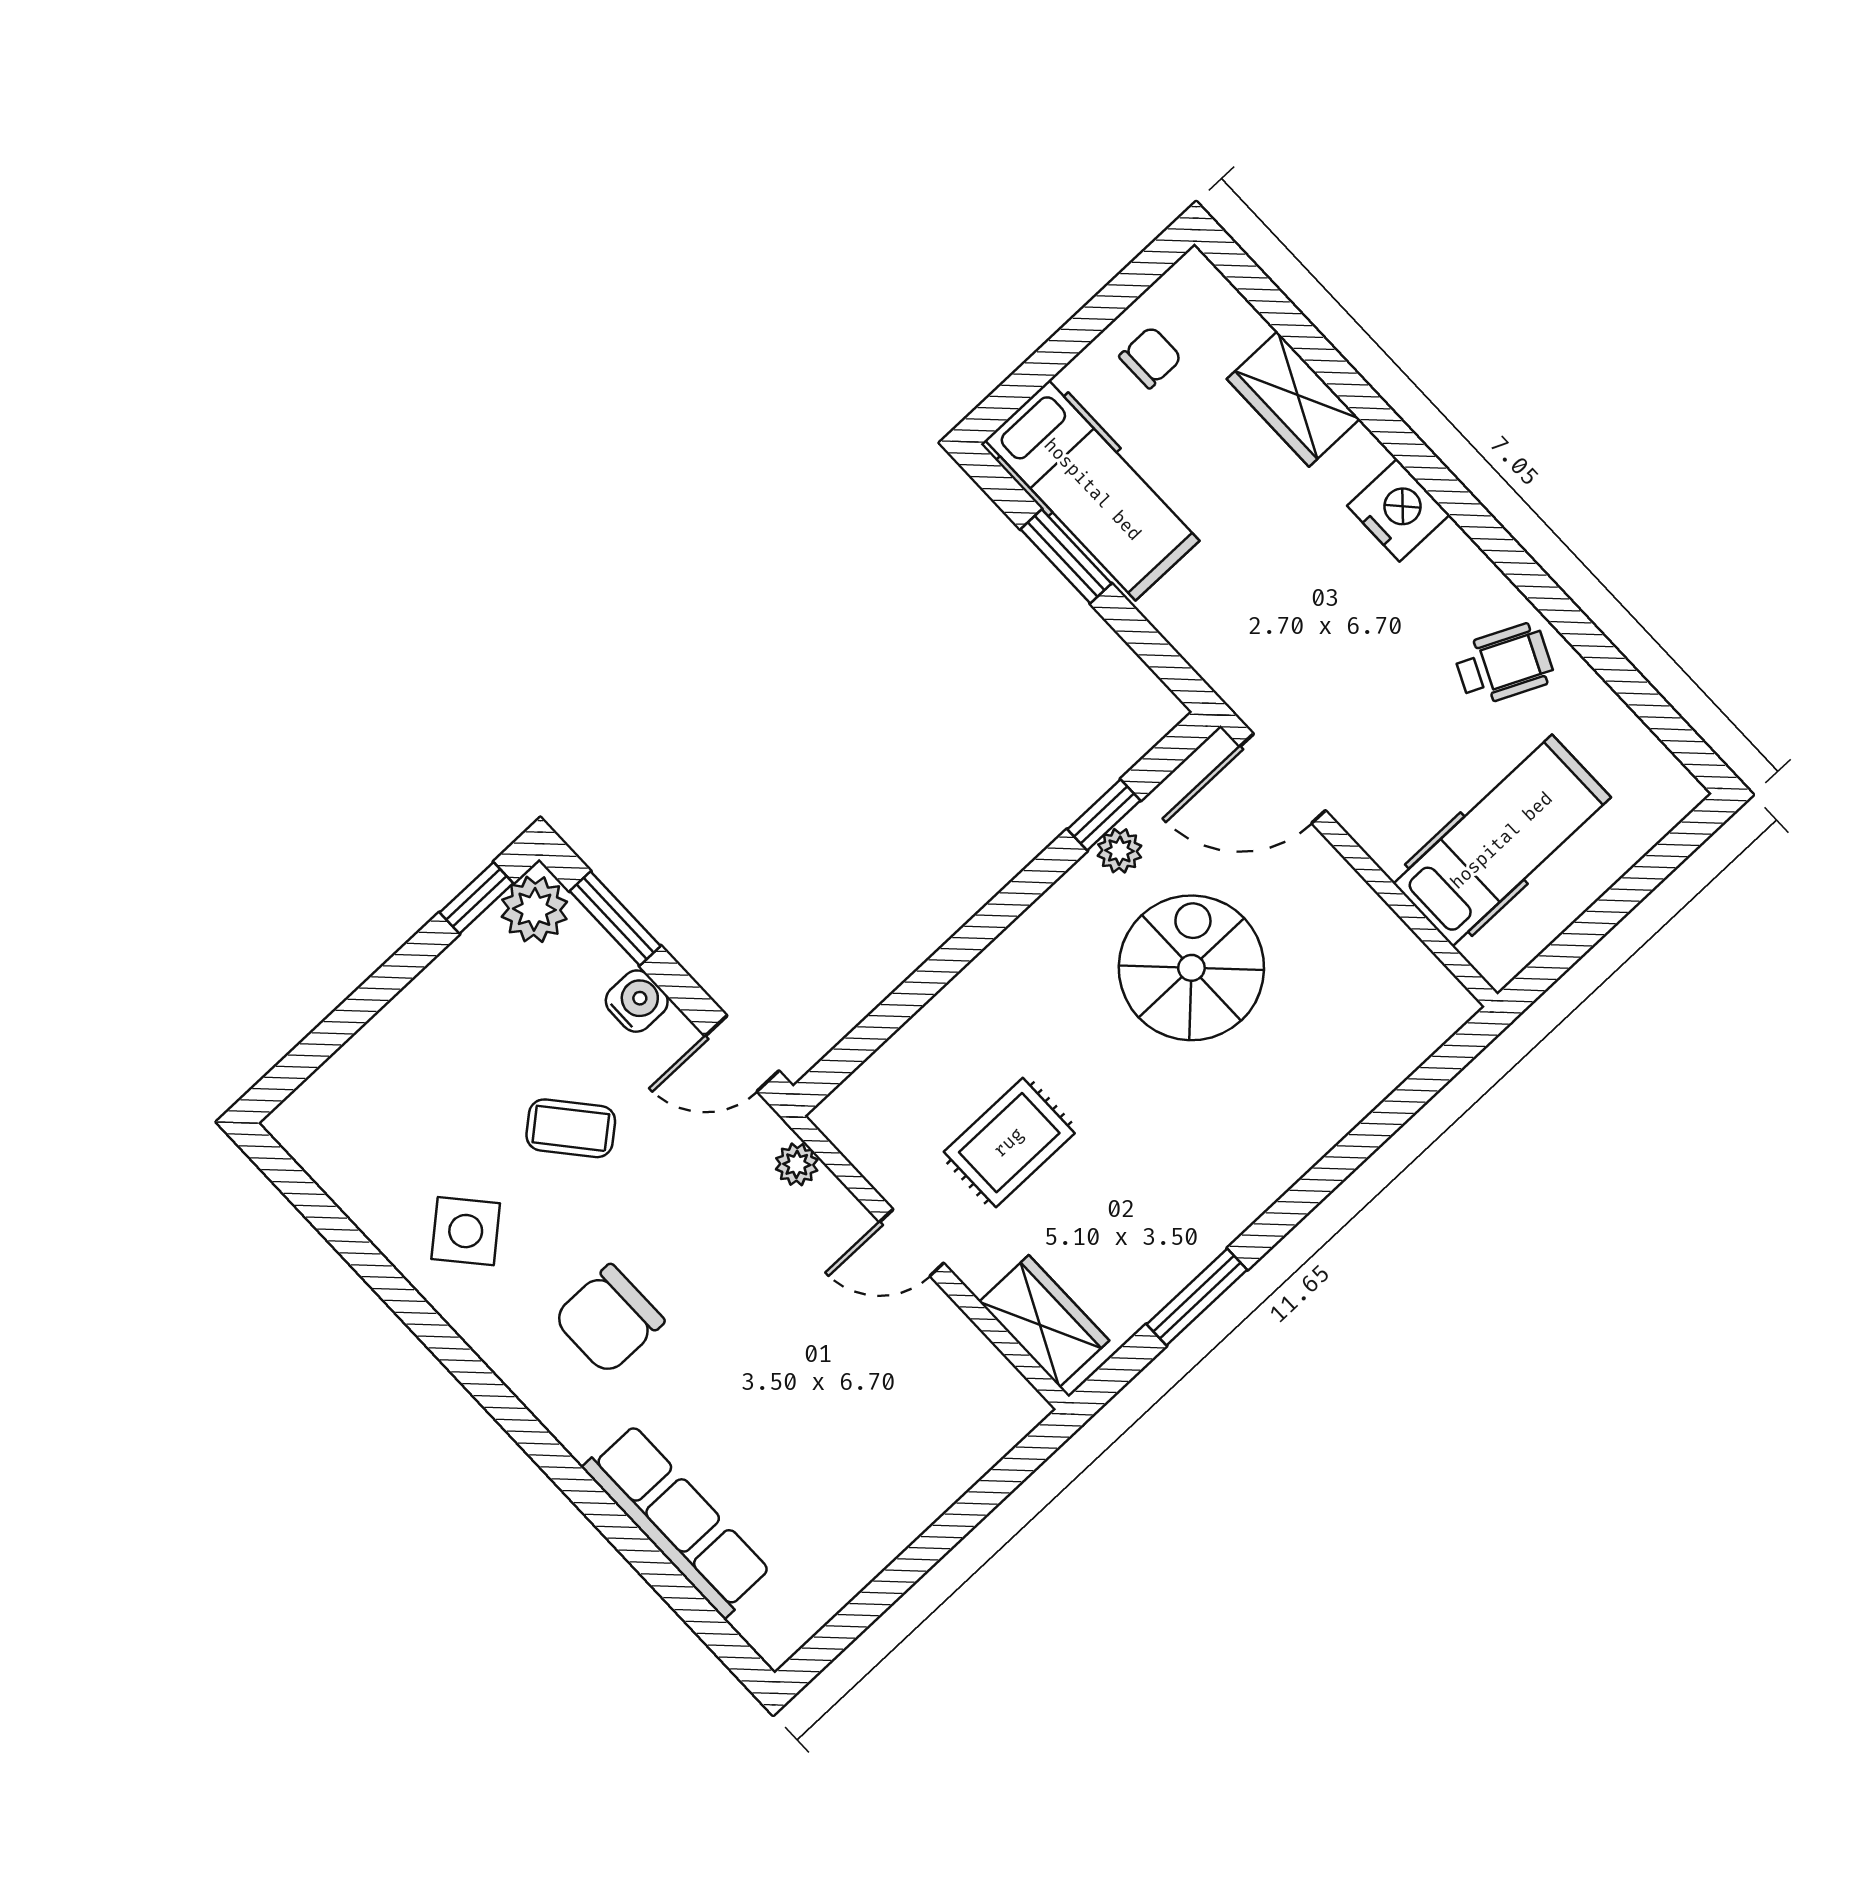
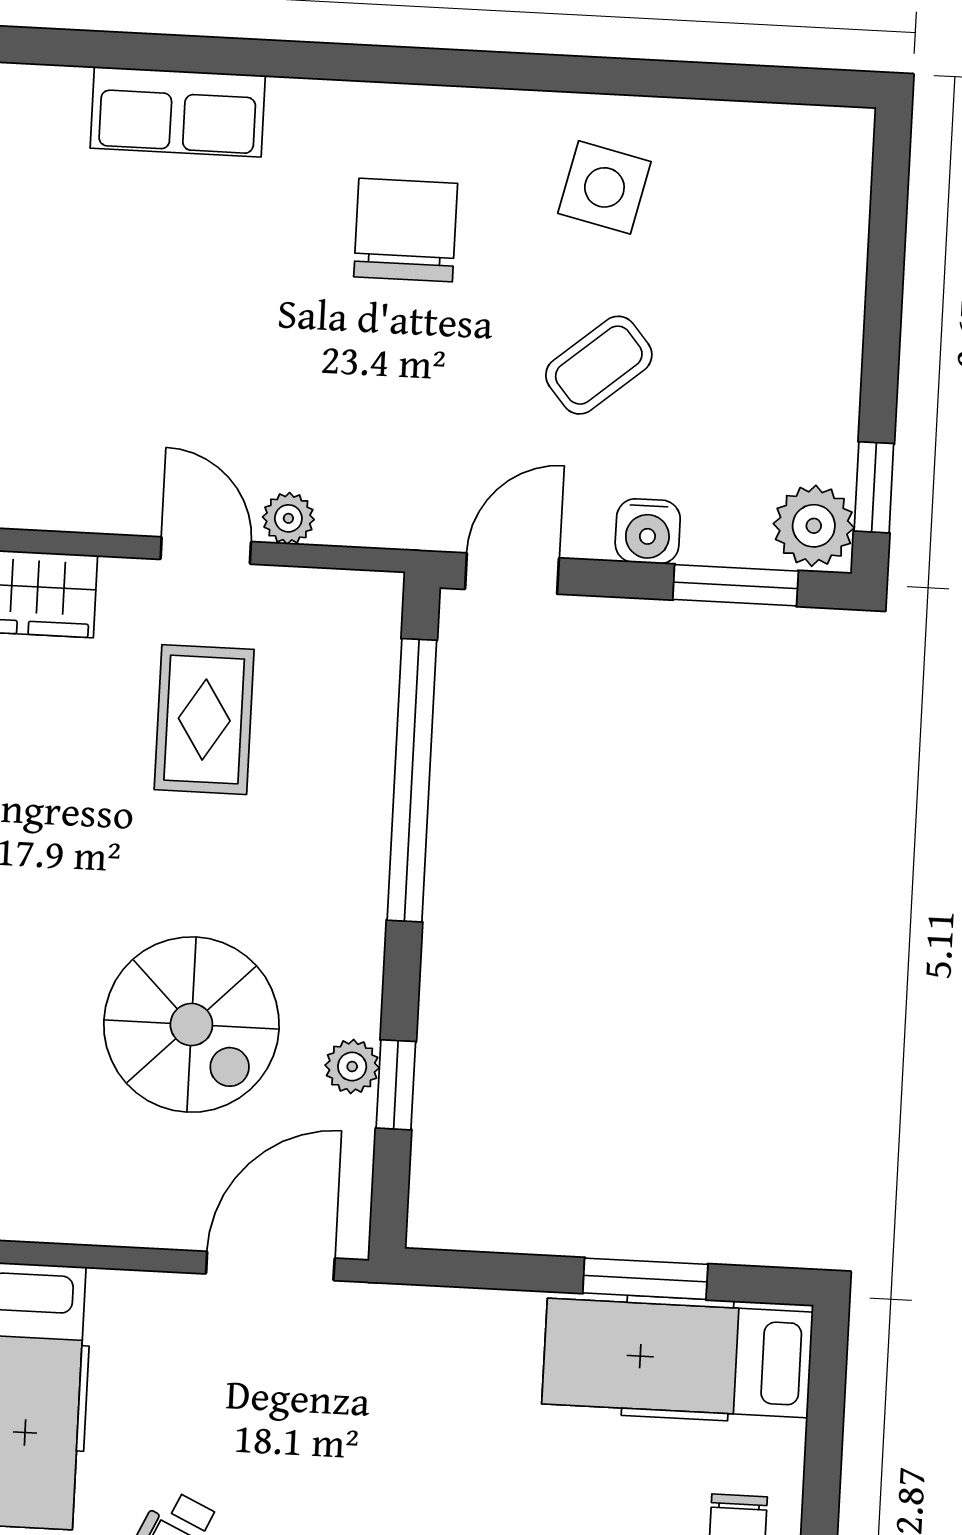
window: (920, 987) -> (412, 780), added
plant: (797, 1164) -> (288, 518), moved
side table: (466, 1231) -> (604, 187), turned -36
door: (912, 1243) -> (206, 551), hinge flipped
row of seats: (677, 1521) -> (178, 112), width x0.68

